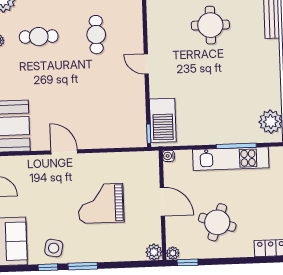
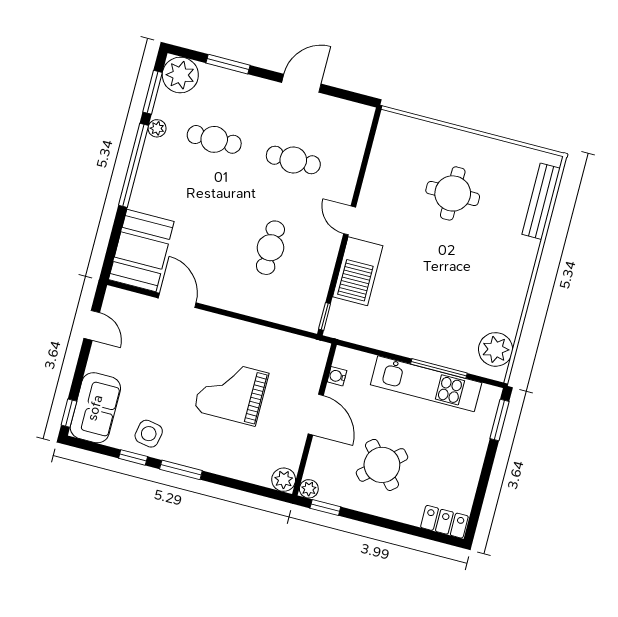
cafe table: (96, 35) -> (293, 160), turned 90
cafe table: (98, 98) -> (270, 248), added
barbecue: (163, 120) -> (358, 271), moved
door: (64, 152) -> (177, 300), moved
water cooler: (168, 156) -> (337, 376), moved
round table: (217, 222) -> (382, 465), turned 30

